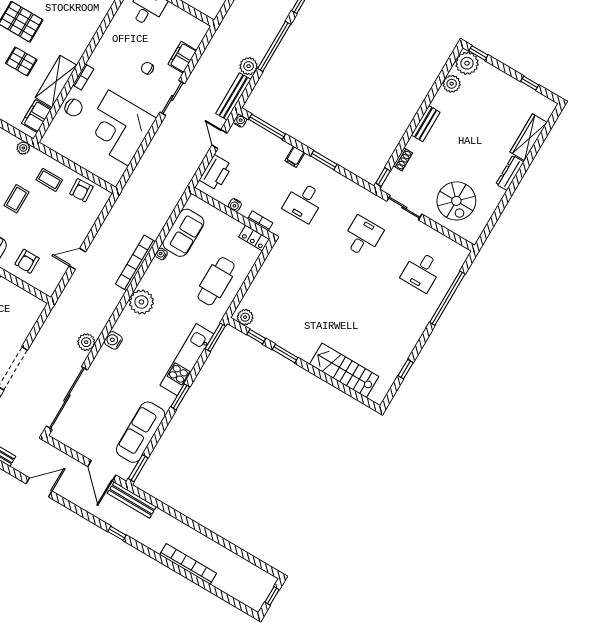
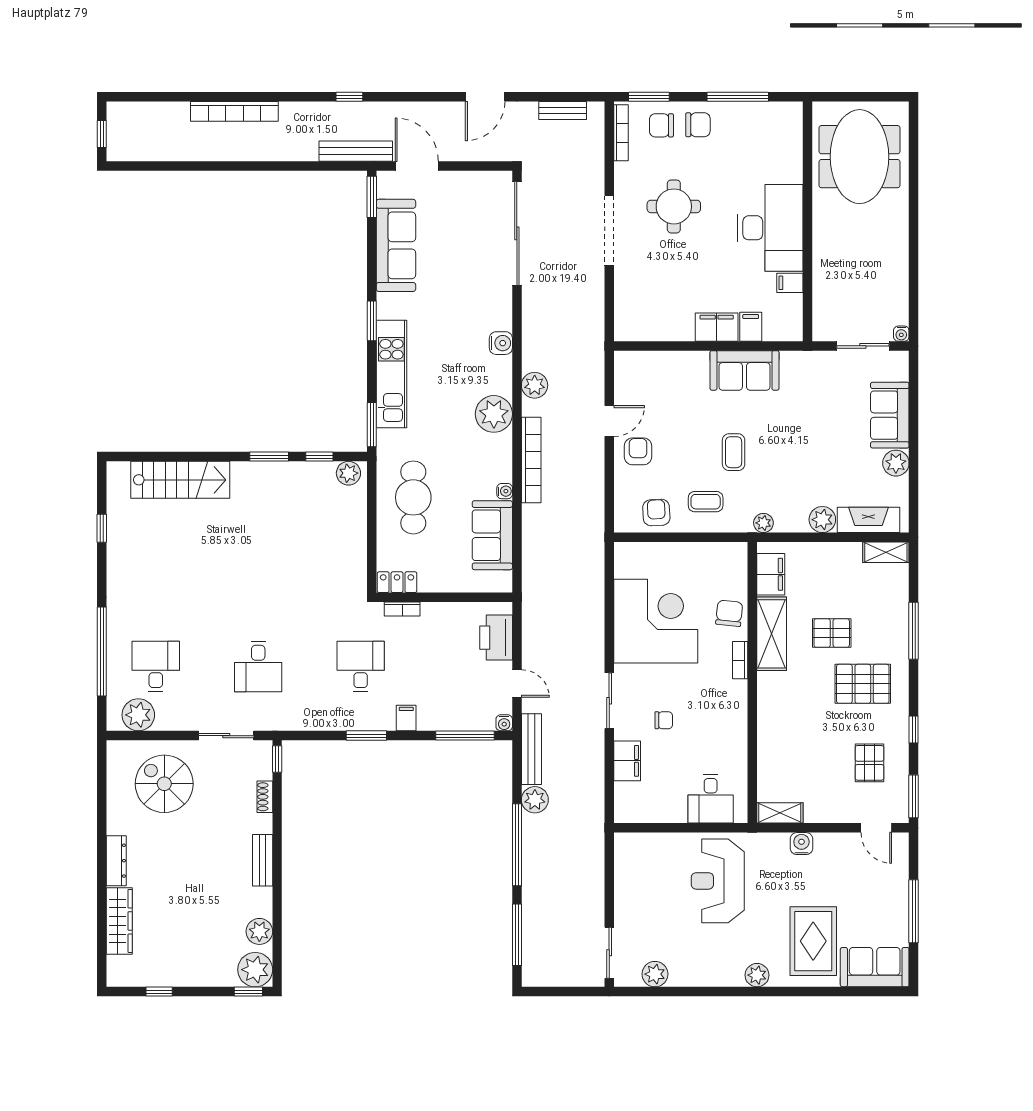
chair: (74, 108) -> (729, 613), turned 96
water cooler: (235, 205) -> (447, 610), removed
plant: (448, 249) -> (138, 715), added
armchair: (27, 261) -> (638, 451), moved
plant: (86, 342) -> (535, 385), moved

